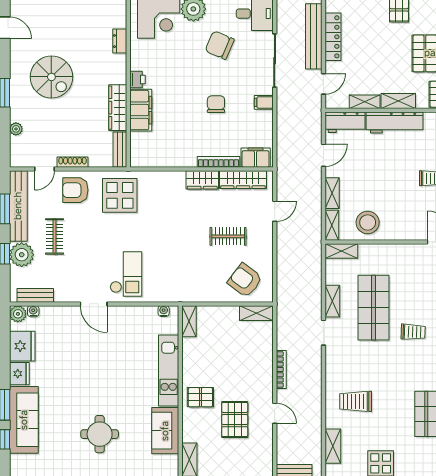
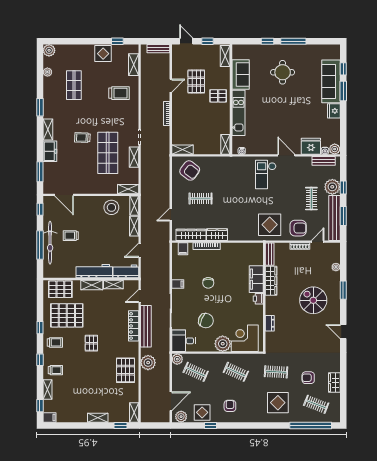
filing cabinet: (256, 158) -> (183, 249), width x0.50
fridge: (22, 346) -> (311, 146), moved, turned 90
door: (275, 413) -> (171, 86), swing flipped

